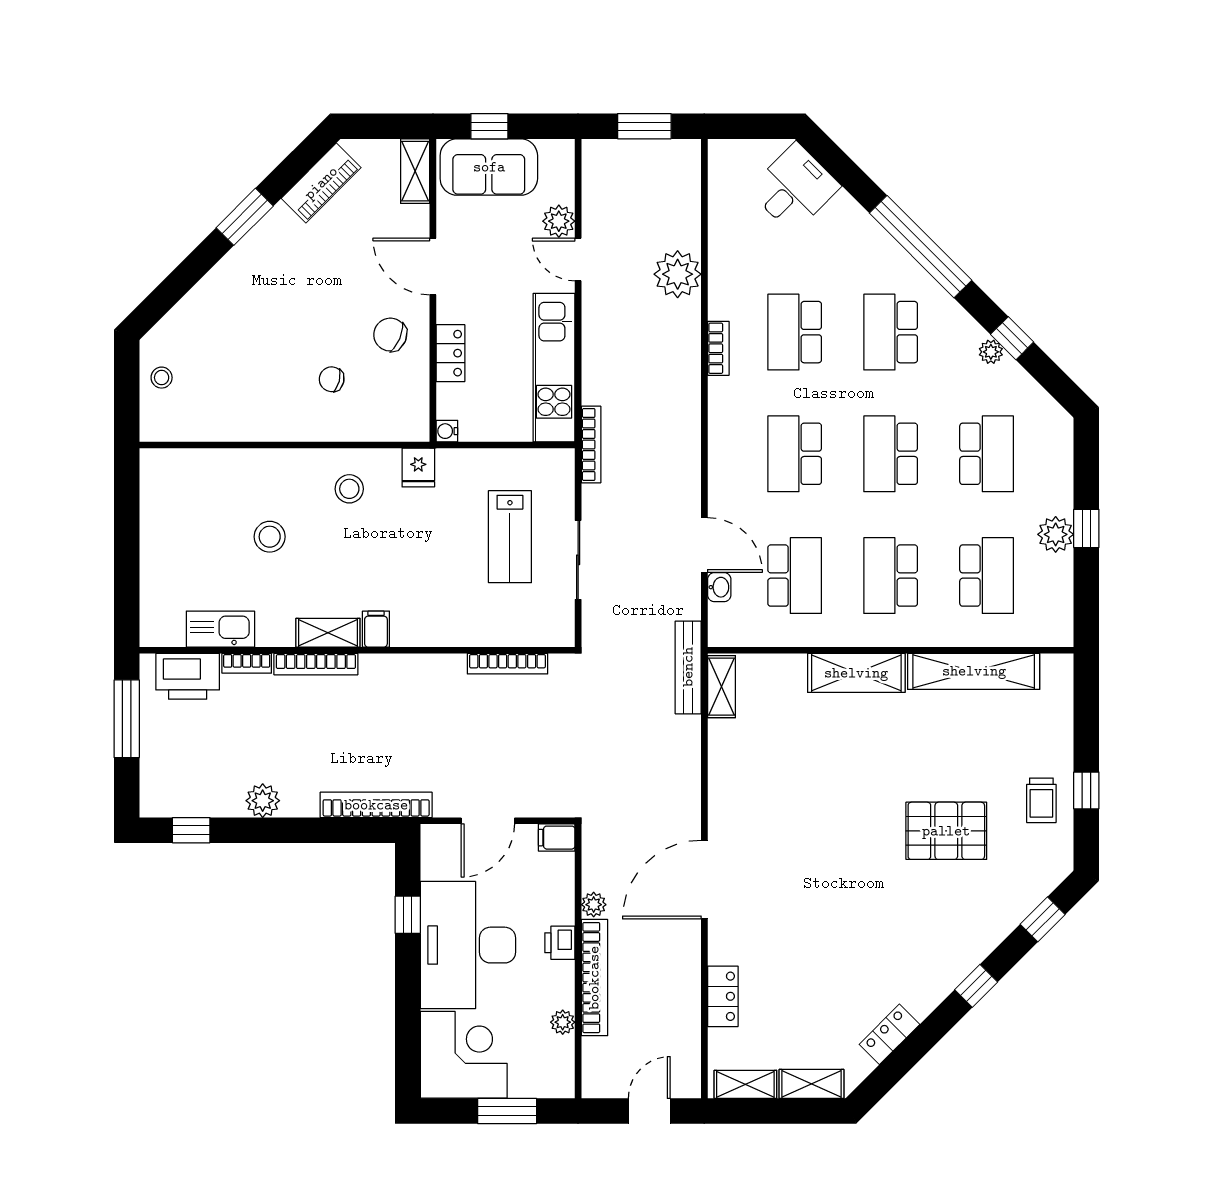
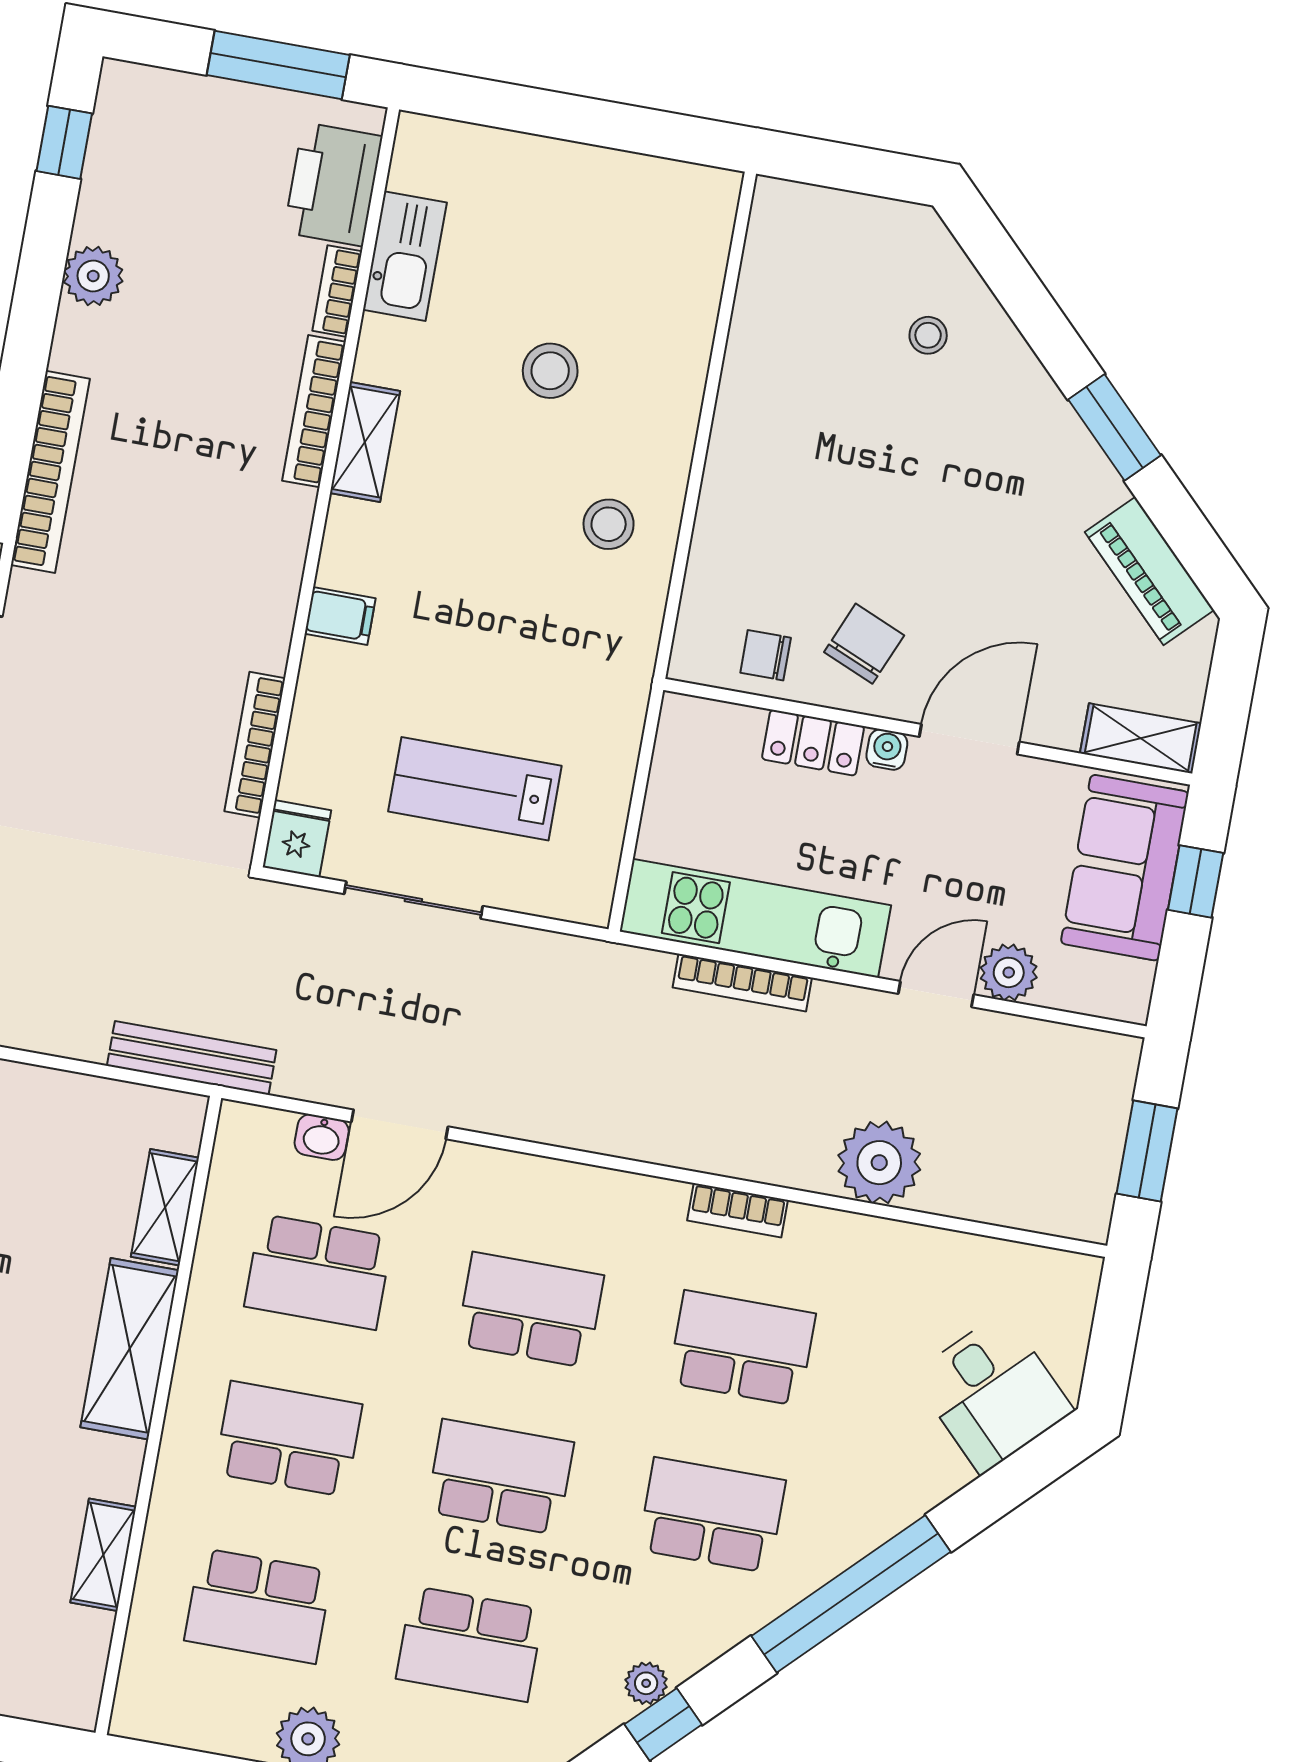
stool: (162, 378) -> (928, 335), moved
chair: (332, 379) -> (766, 655), moved, turned -104
water cooler: (447, 431) -> (887, 750), moved
bookcase: (591, 444) -> (742, 983), moved
fridge: (418, 468) -> (297, 839), moved, turned 90
filing cabinet: (376, 629) -> (340, 616), moved
shelving: (974, 671) -> (103, 1555), width x0.45, depth x0.75
shelving: (721, 687) -> (165, 1207), moved, turned 90

